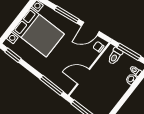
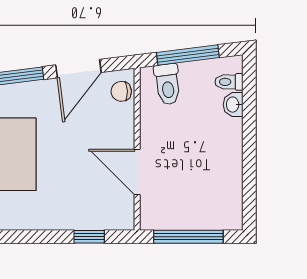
door: (83, 77) -> (137, 172), hinge flipped
window: (52, 85) -> (89, 237), width x0.46

